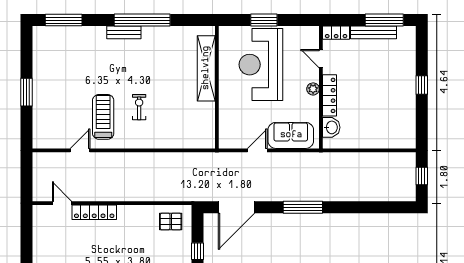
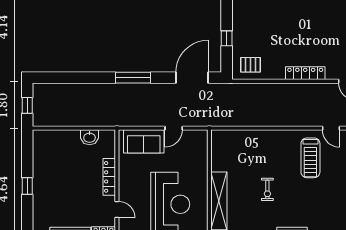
plant: (313, 89) -> (124, 183), removed
exercise bike: (139, 107) -> (267, 189), moved
washbasin: (331, 127) -> (90, 137), moved, turned -90
door: (80, 150) -> (331, 128), hinge flipped
locker: (94, 212) -> (305, 73), moved

